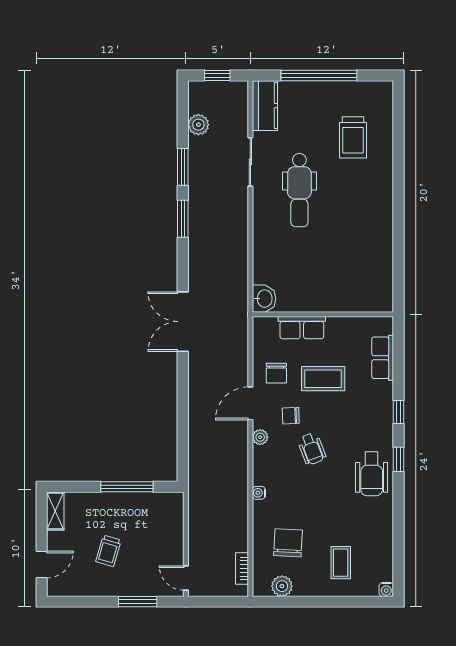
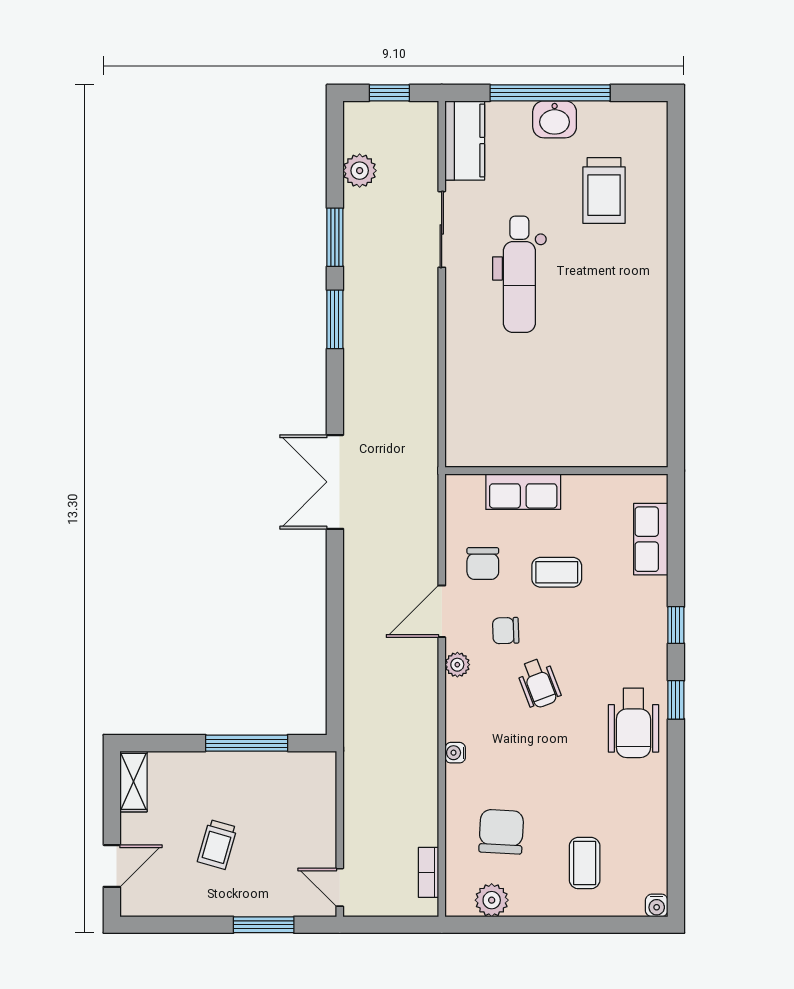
washbasin: (264, 299) -> (555, 119), moved, turned 90
coffee table: (323, 379) -> (557, 572), width x0.73, depth x0.77

